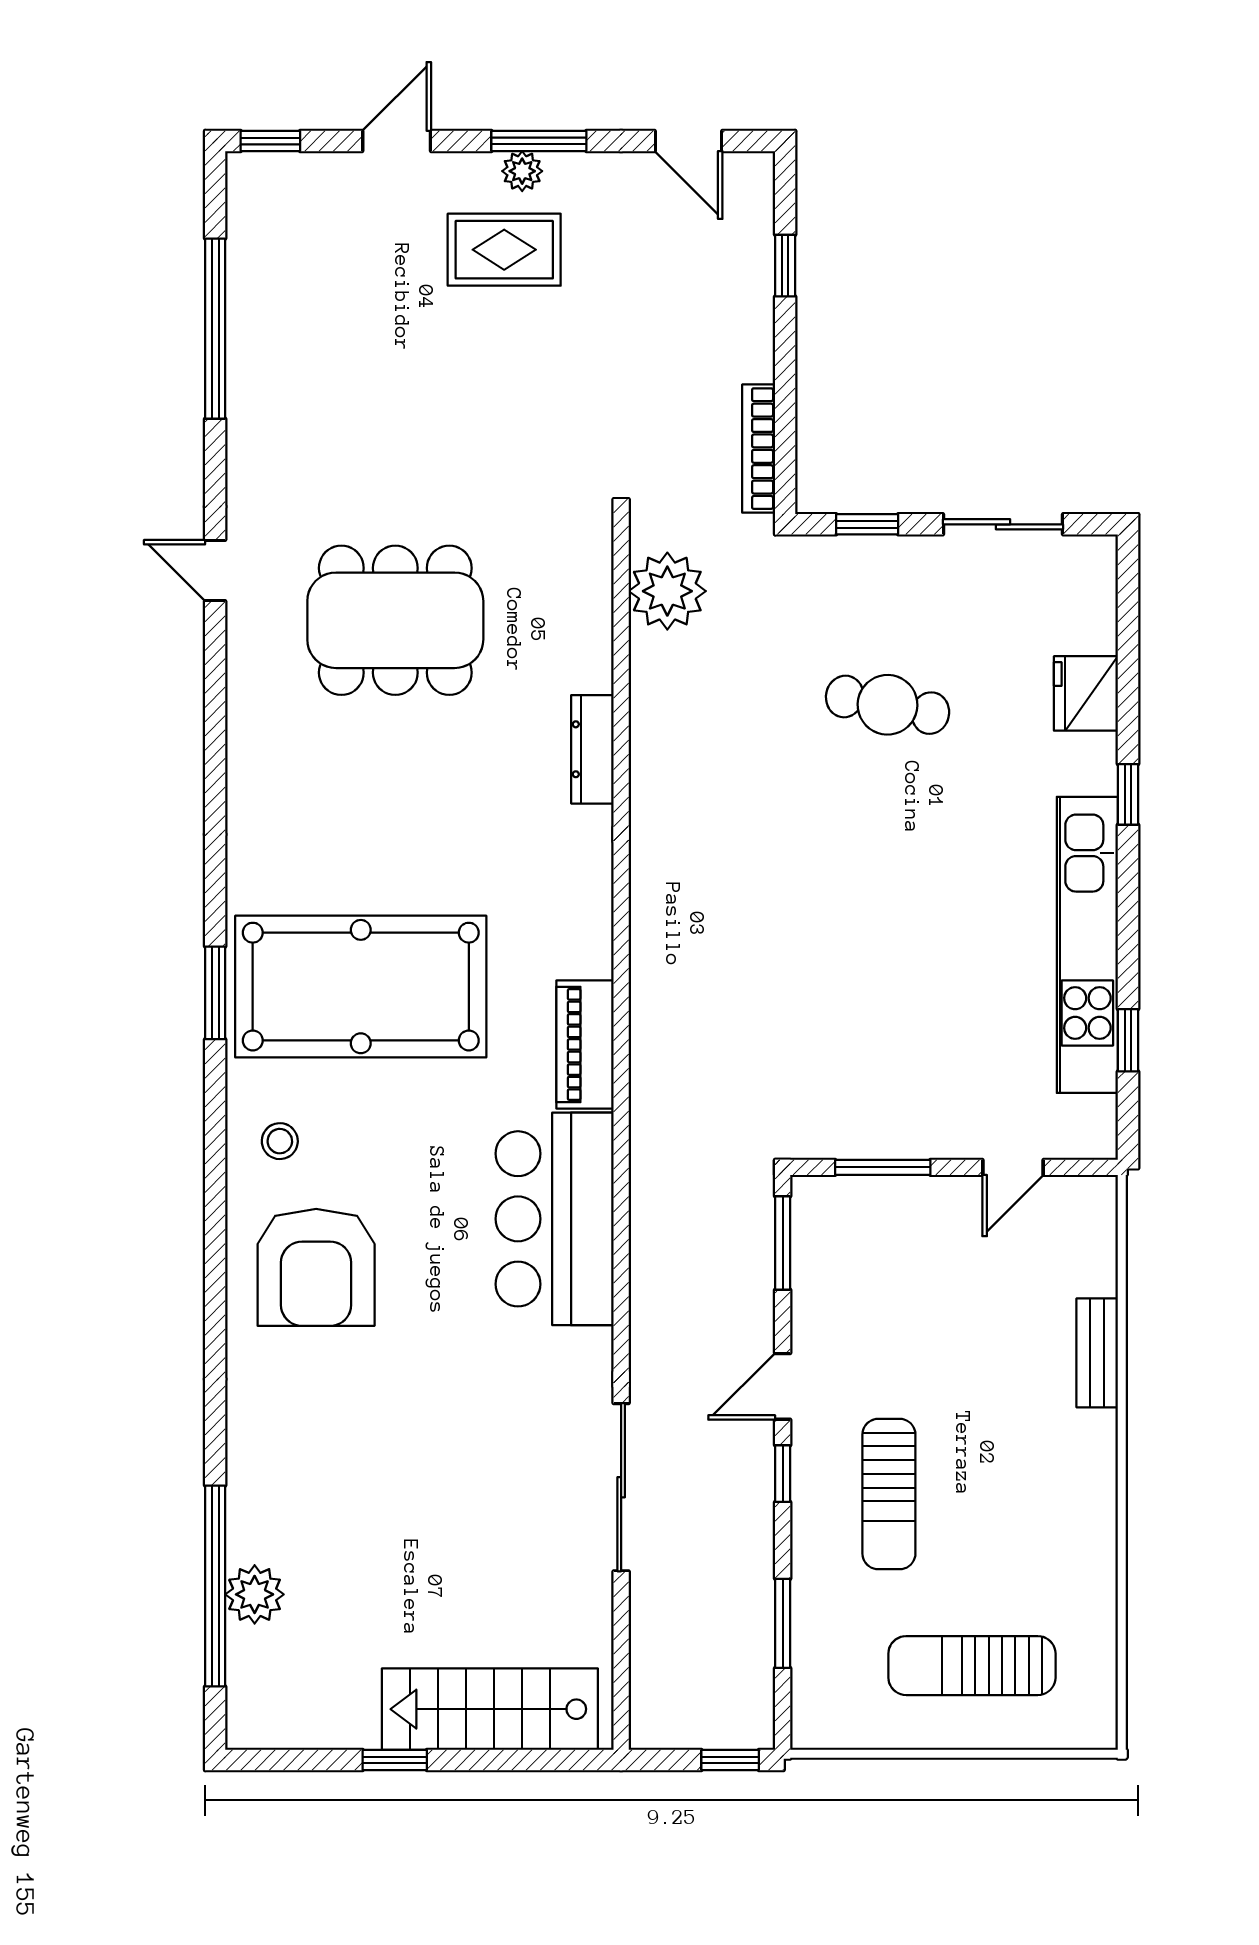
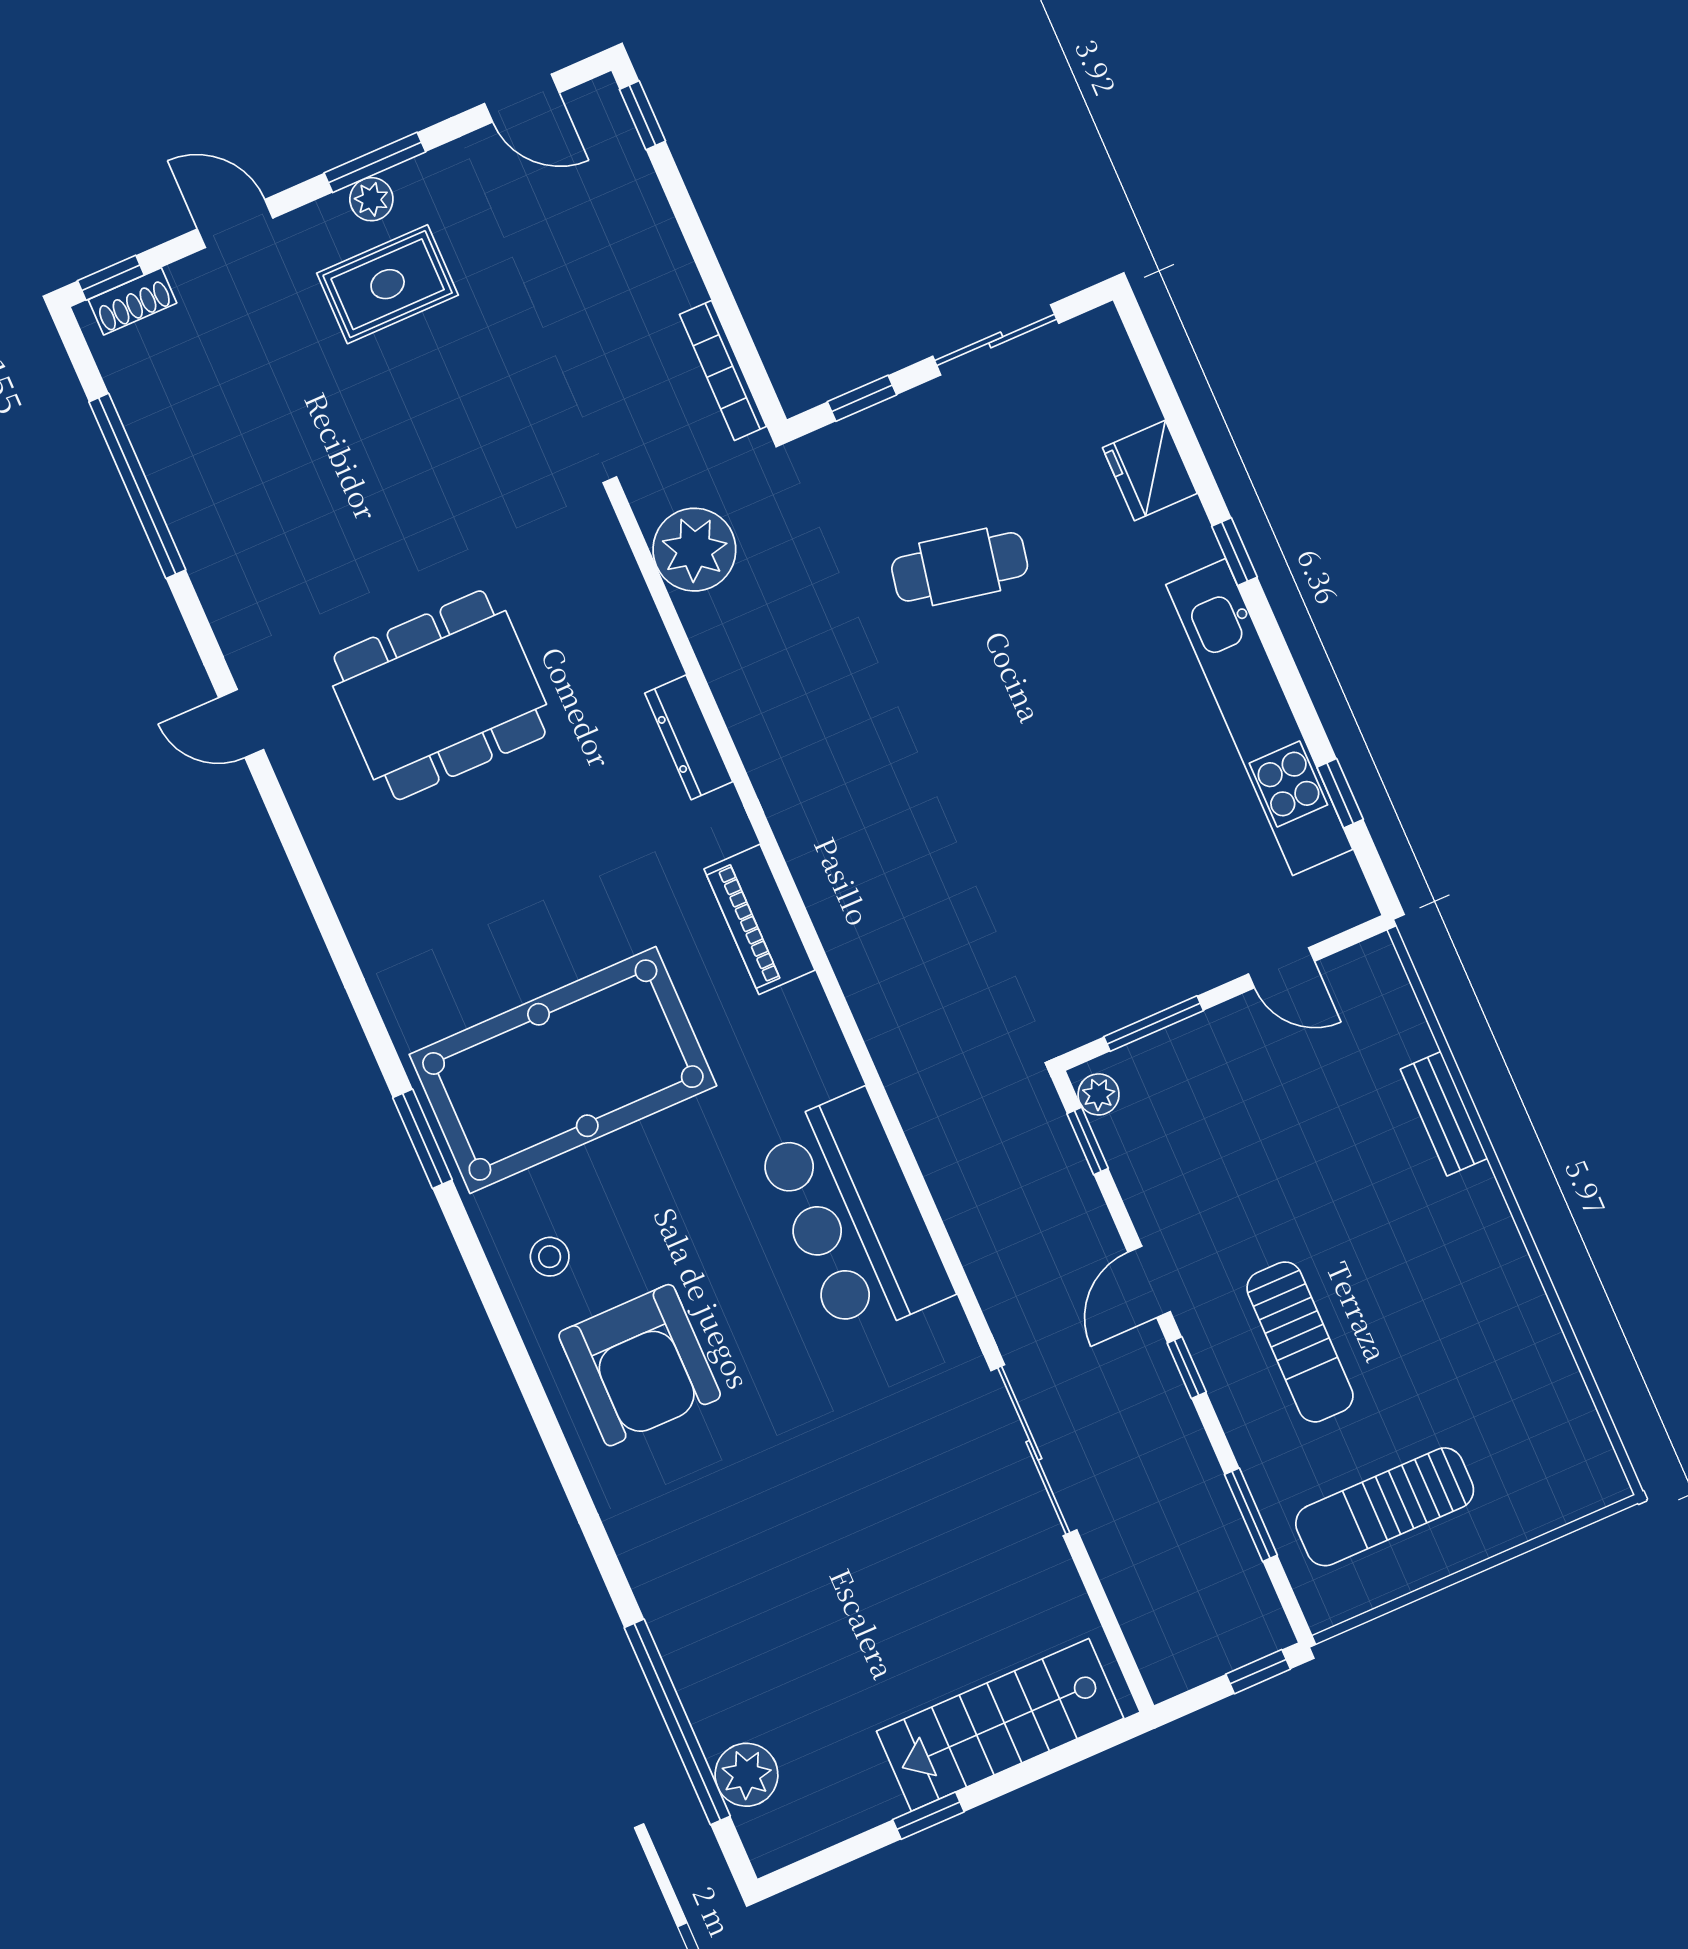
door: (397, 141) -> (235, 223), hinge flipped
shoe rack: (280, 169) -> (132, 301), added
window: (785, 266) -> (642, 115), moved
piano: (585, 1044) -> (760, 919), moved
door: (1013, 1167) -> (1282, 968), hinge flipped
plant: (809, 1207) -> (1099, 1094), added
window: (783, 1243) -> (1088, 1141), width x0.67
plant: (255, 1594) -> (746, 1775), moved
sun lounger: (972, 1666) -> (1385, 1507), moved

